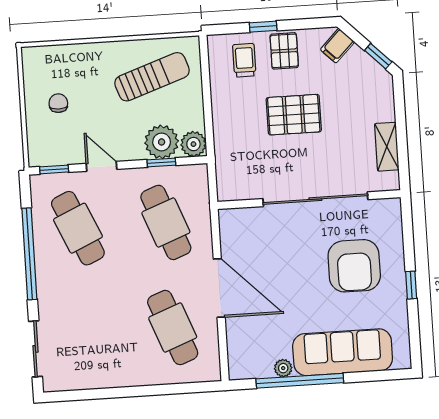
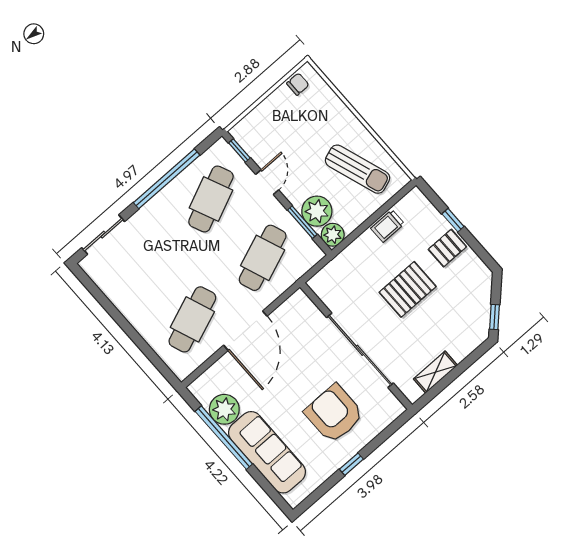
filing cabinet: (337, 46) -> (480, 283), removed
trolley: (244, 60) -> (388, 226), moved, turned 180
chair: (58, 103) -> (298, 84), moved
pallet: (294, 115) -> (408, 289), turned 90
window: (161, 162) -> (302, 222), width x1.50
armchair: (354, 266) -> (334, 414), turned 90
plant: (283, 368) -> (224, 409), width x1.88, depth x1.88

